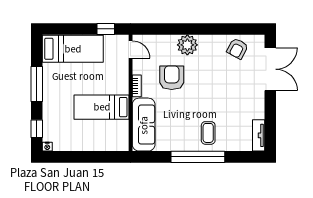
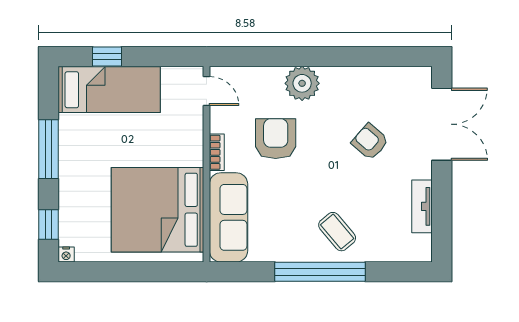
window: (106, 29) -> (107, 56), moved
armchair: (237, 49) -> (370, 142), moved, turned 103
bed: (102, 107) -> (158, 210), width x2.04
coffee table: (208, 133) -> (337, 232), turned -40
tv unit: (259, 135) -> (422, 206), moved

